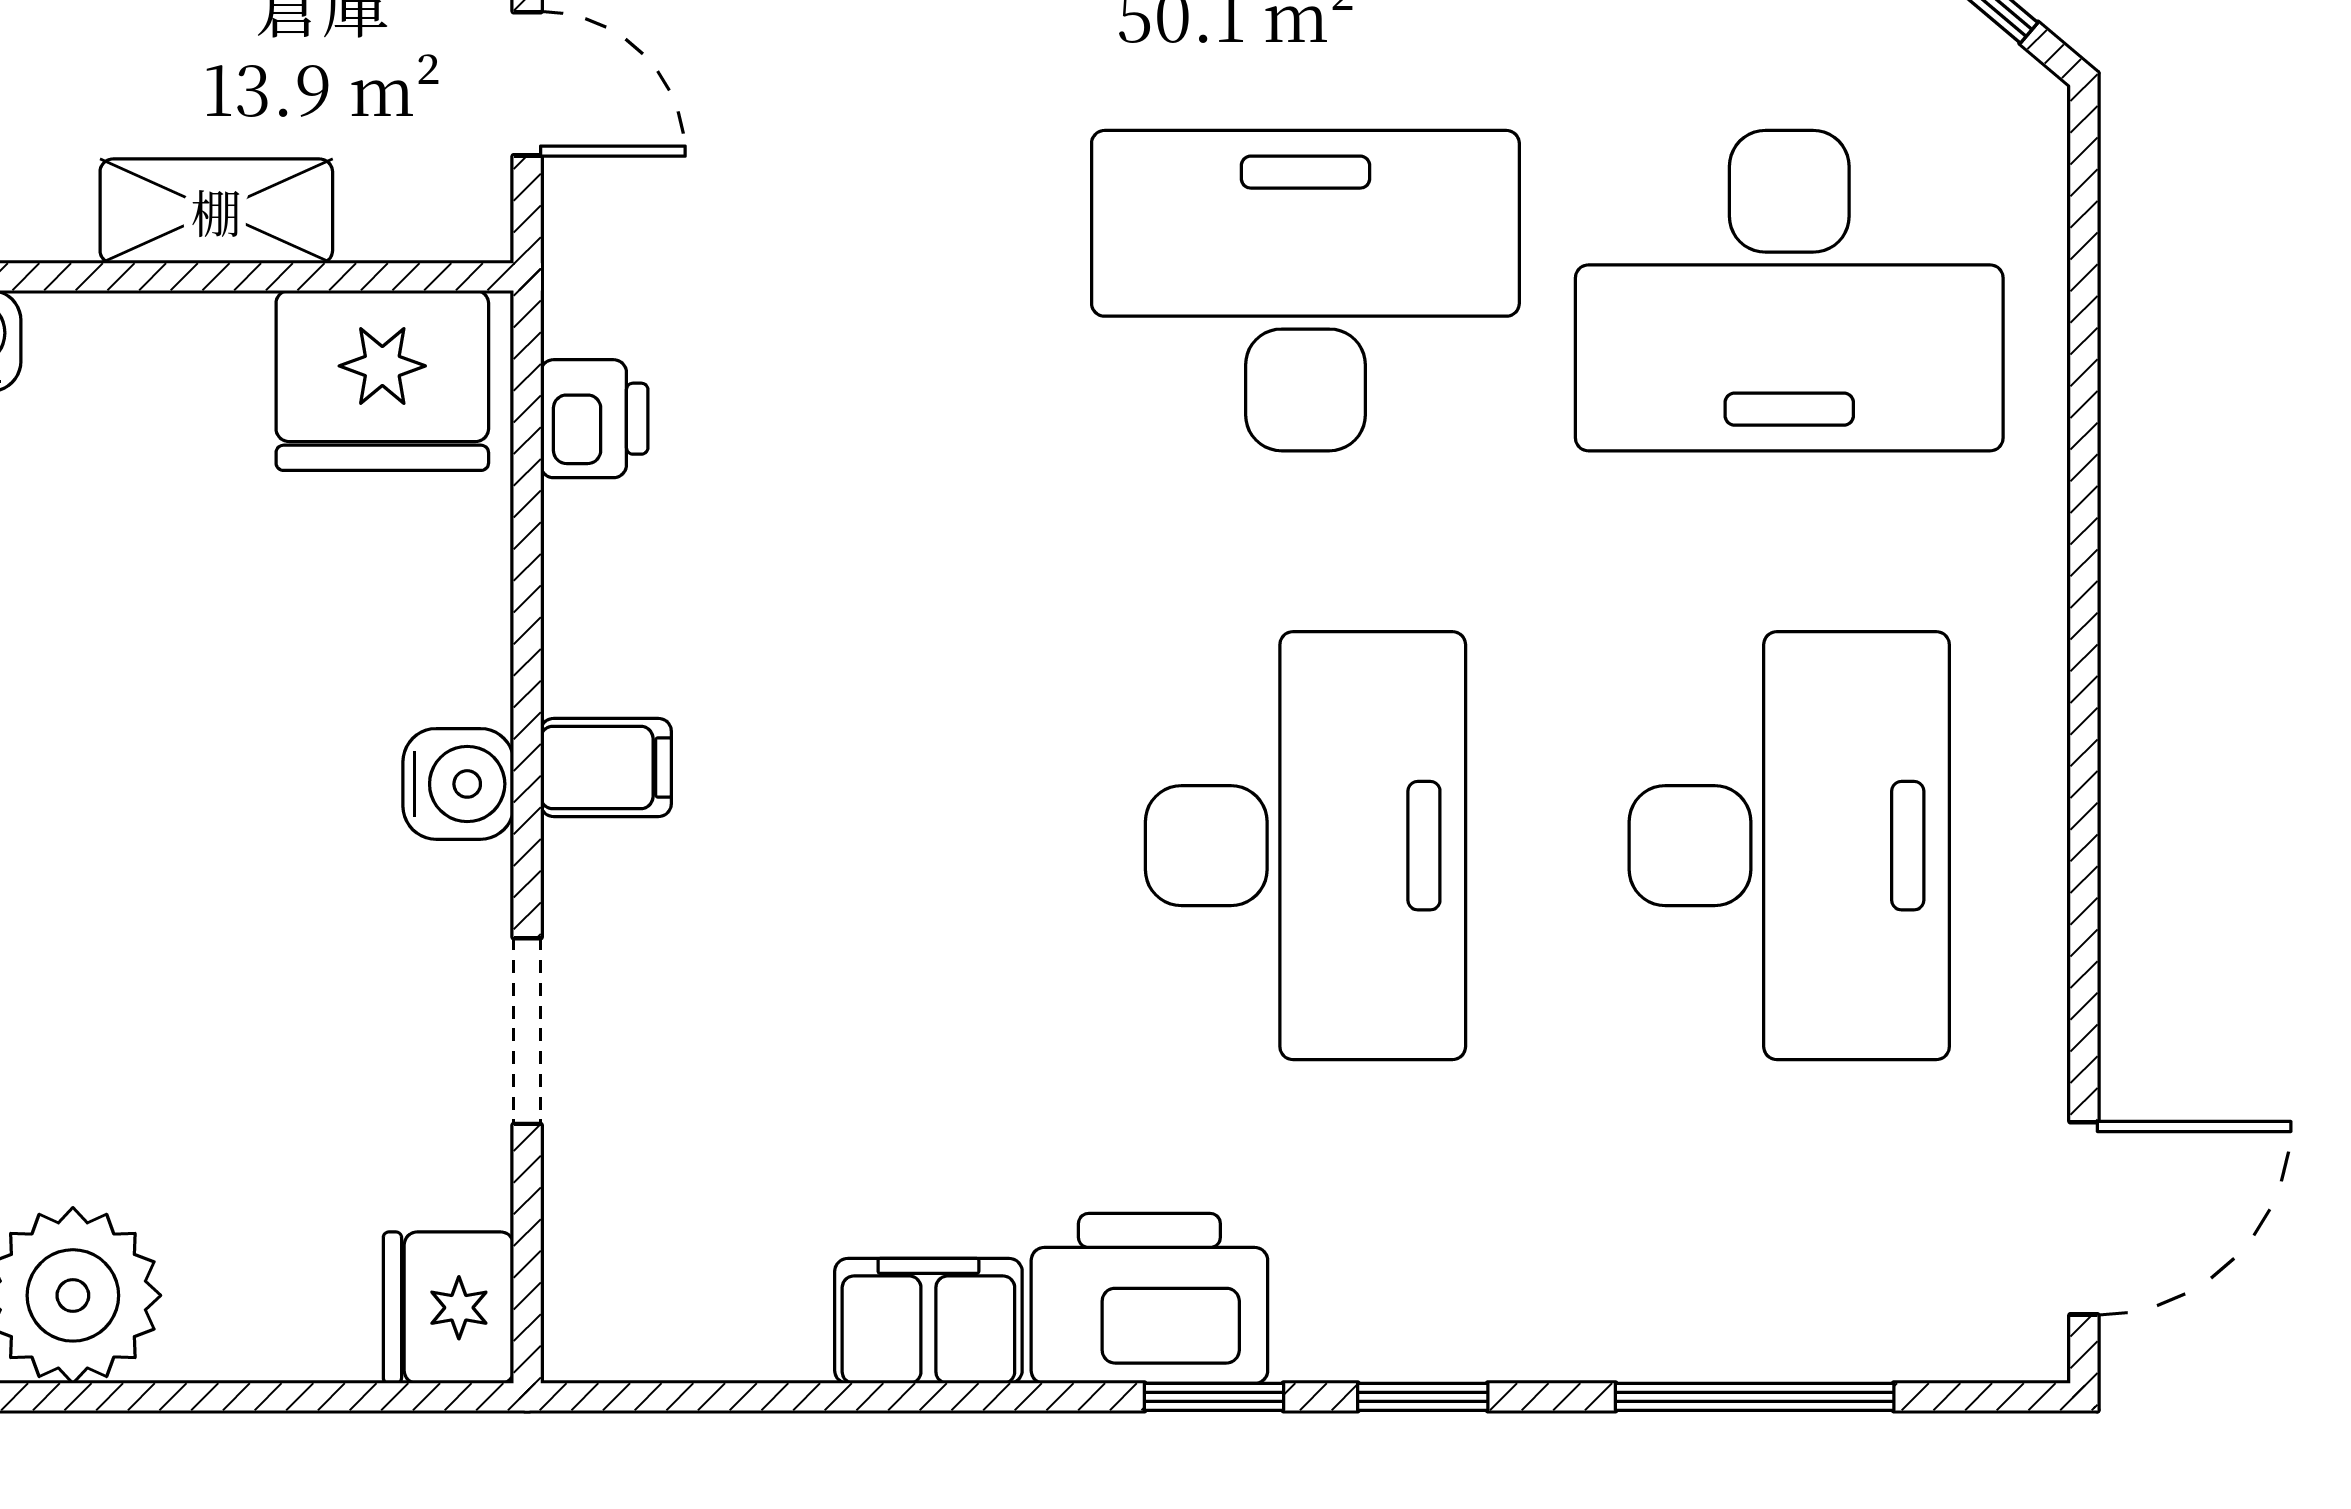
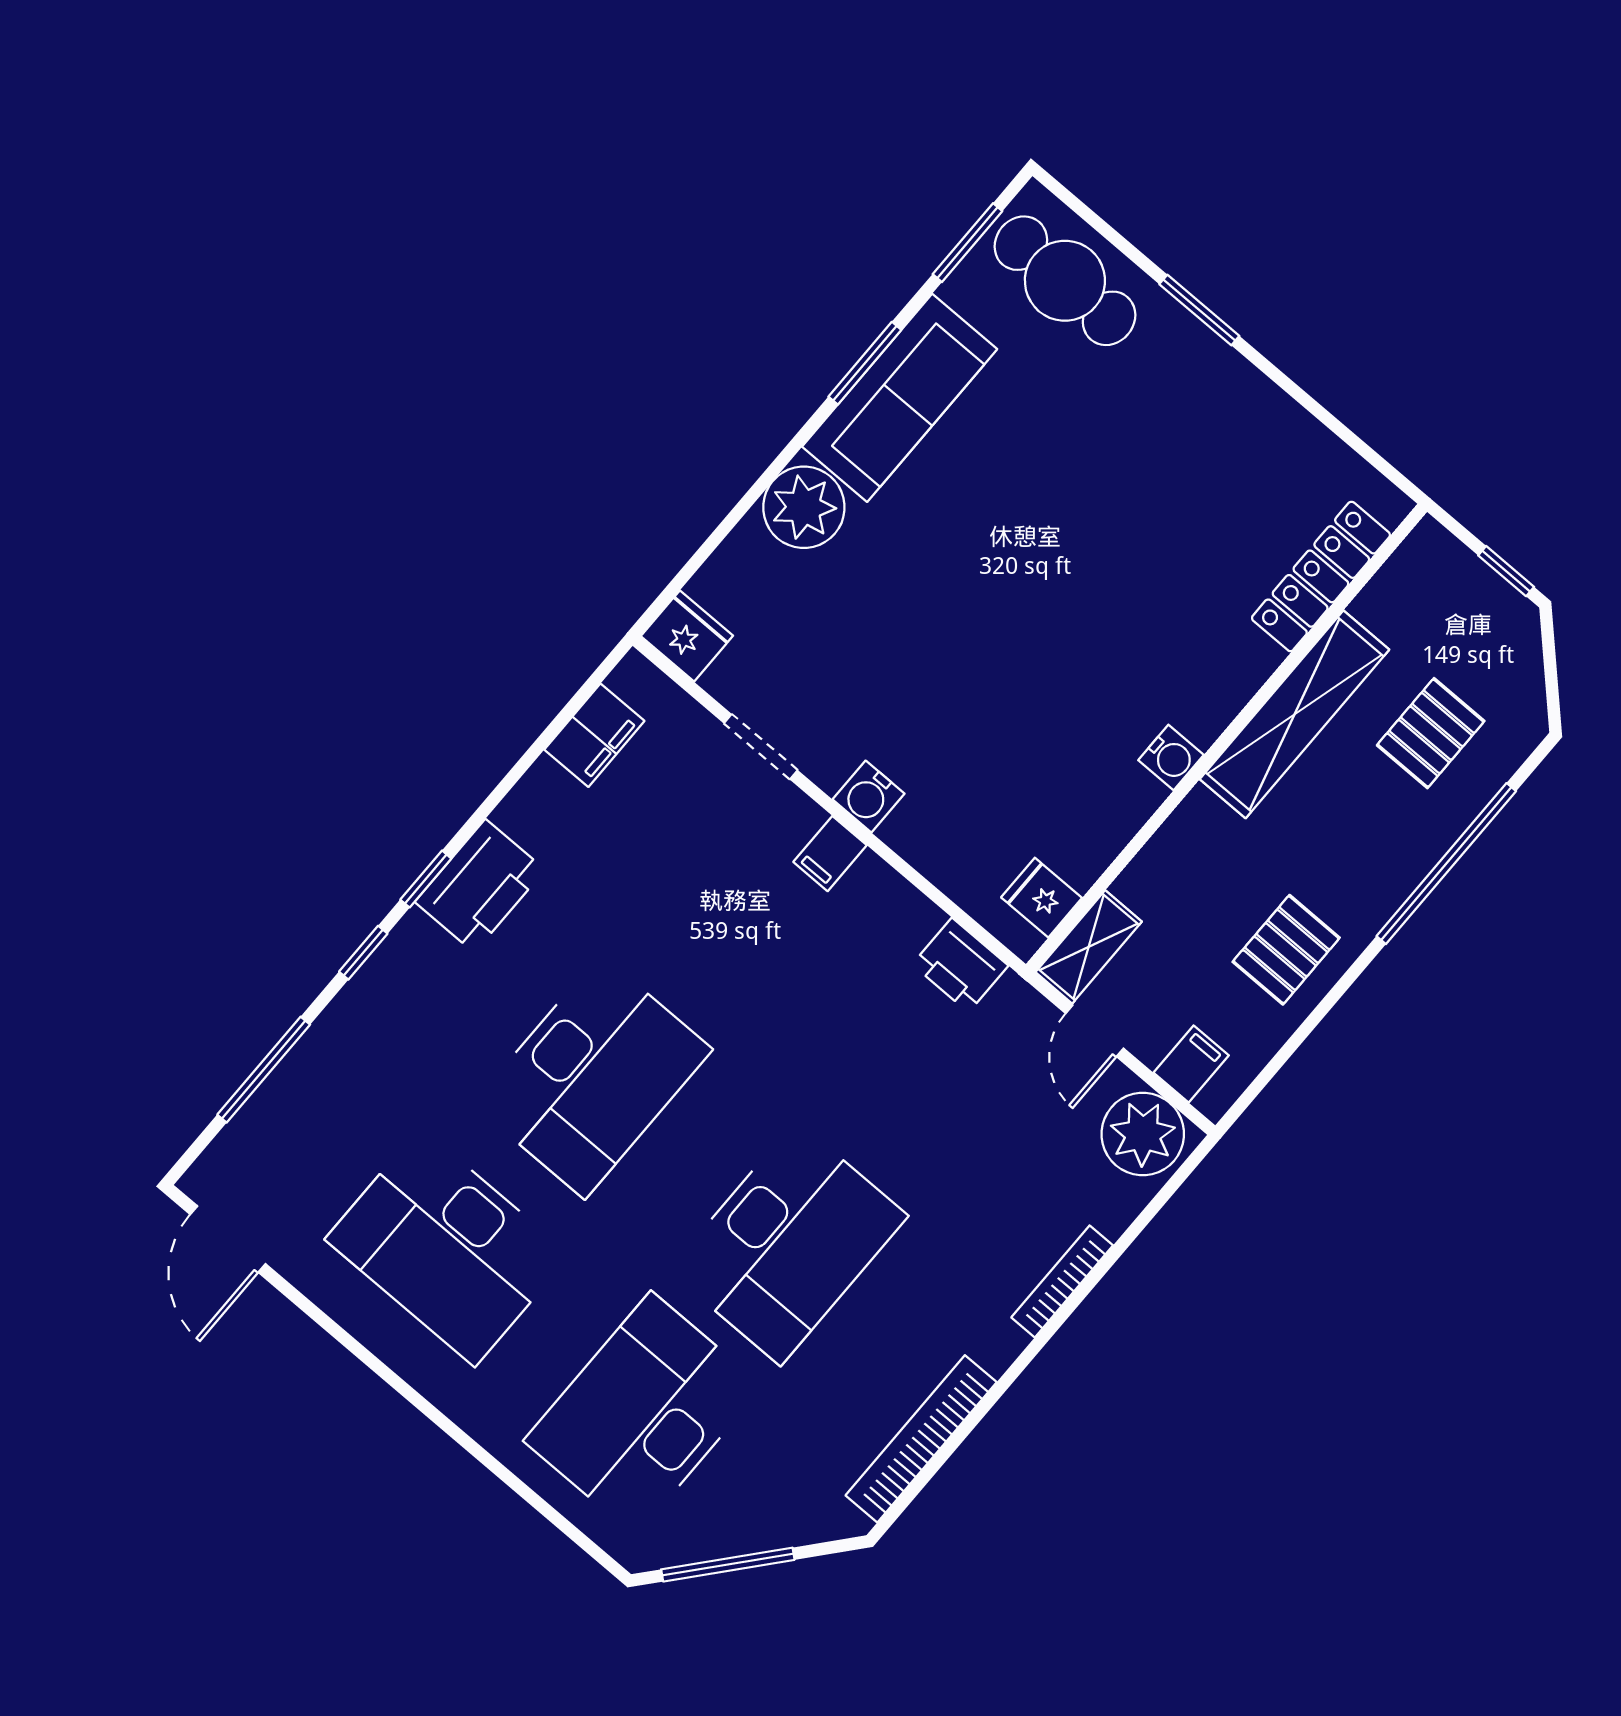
door: (527, 84) -> (1095, 1031), hinge flipped
shelving: (216, 211) -> (1089, 947), moved
fridge: (382, 380) -> (1042, 898), width x0.53, depth x0.75
printer: (594, 419) -> (960, 965), width x1.36, depth x1.24
desk: (1305, 846) -> (593, 1077), turned -90
filing cabinet: (928, 1321) -> (594, 735), moved

